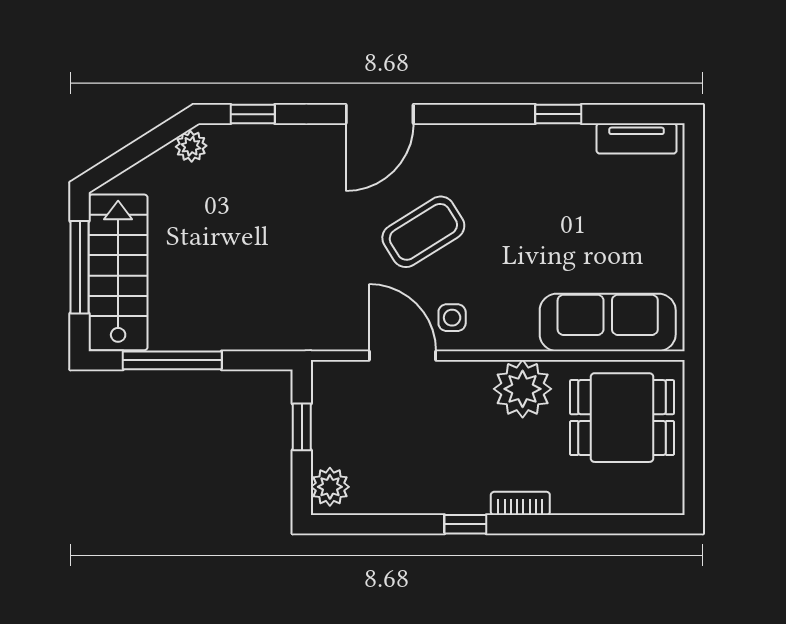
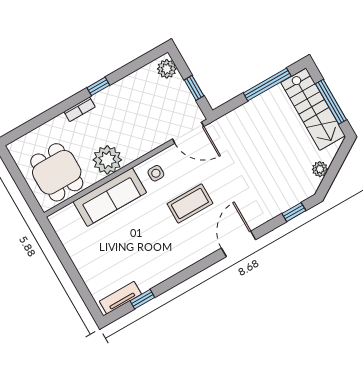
window: (558, 114) -> (142, 299), moved
plant: (191, 146) -> (320, 169), moved
coffee table: (423, 232) -> (190, 203), turned 32
sofa: (608, 322) -> (110, 197), moved
door: (403, 356) -> (188, 133), moved
dining table: (622, 418) -> (57, 172), turned 90

